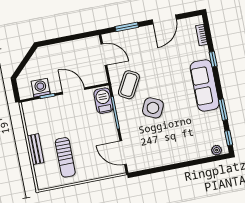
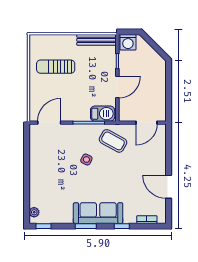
window: (127, 27) -> (169, 150), removed
washing machine: (41, 88) -> (128, 42), moved, turned 90
side table: (153, 108) -> (86, 160), width x0.54, depth x0.54
window: (223, 110) -> (86, 226), moved
bench: (36, 149) -> (97, 40), moved, width x1.36

